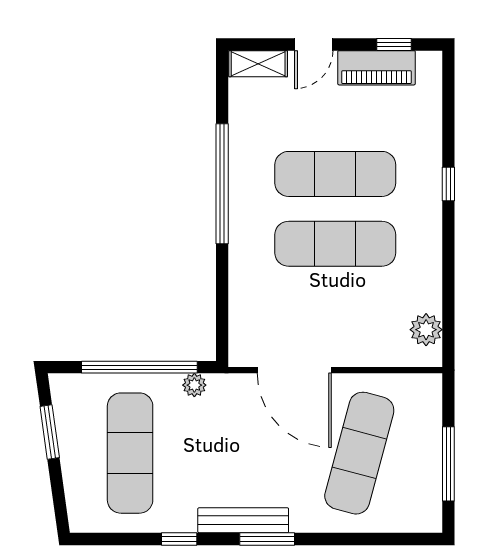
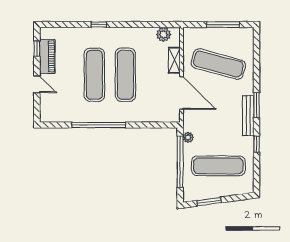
shelving: (258, 64) -> (174, 60), moved
door: (294, 370) -> (182, 93), hinge flipped

